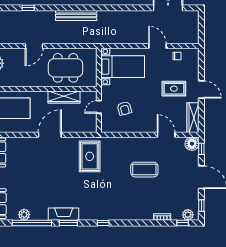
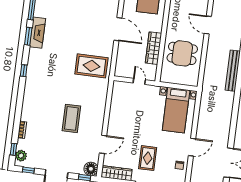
dining table: (66, 68) -> (182, 53), width x0.73
armchair: (124, 108) -> (134, 107), removed

